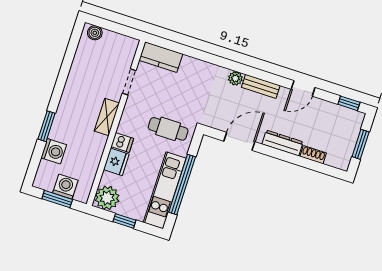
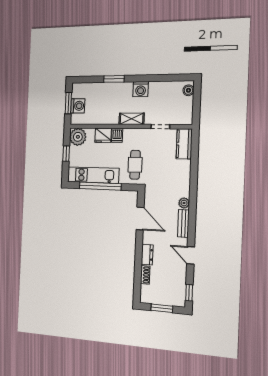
dresser: (283, 143) -> (147, 255), width x0.70
washing machine: (54, 151) -> (141, 89), moved

